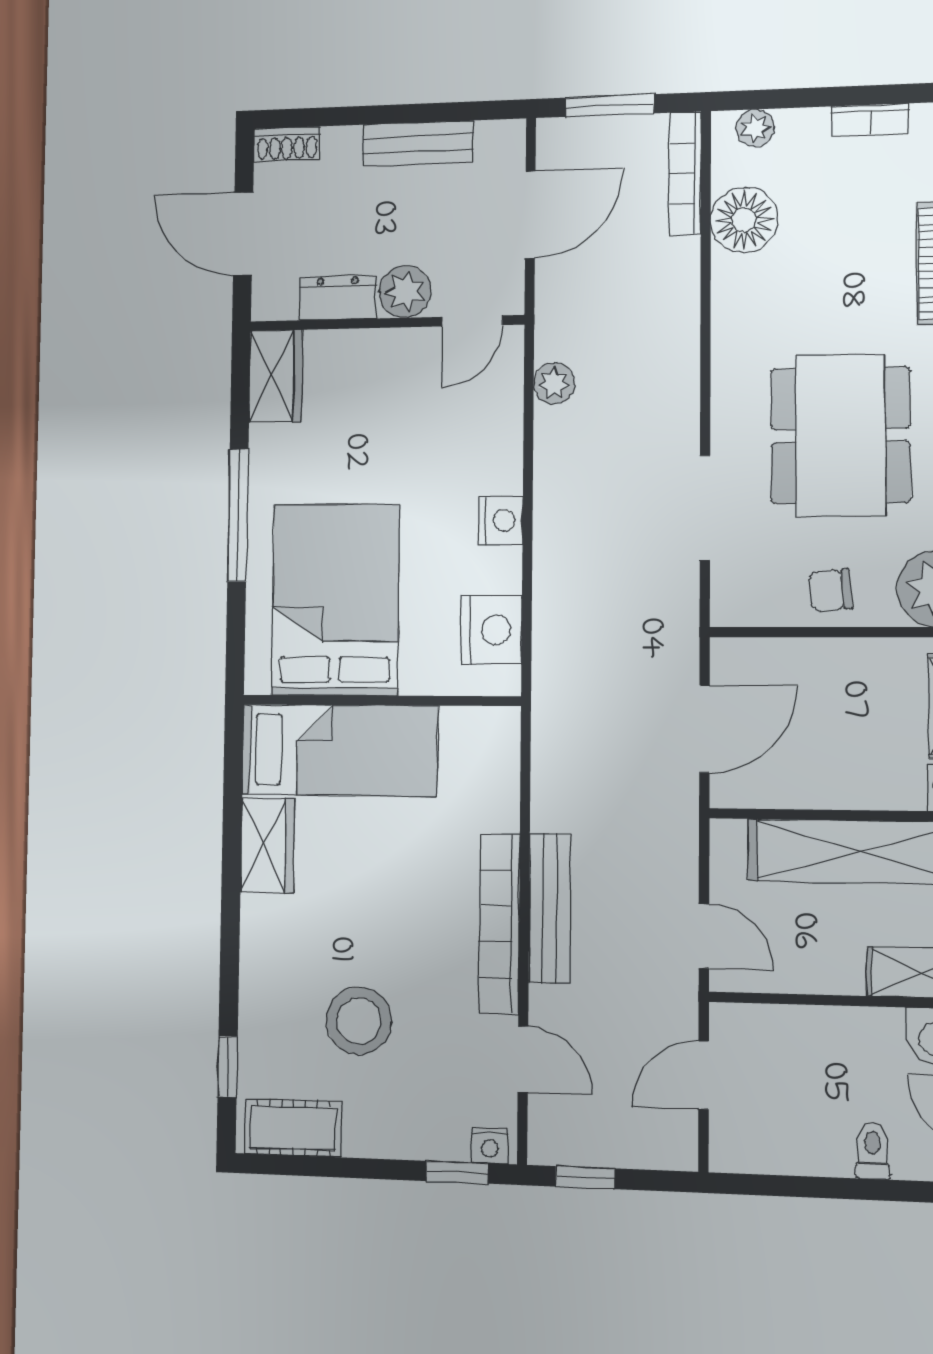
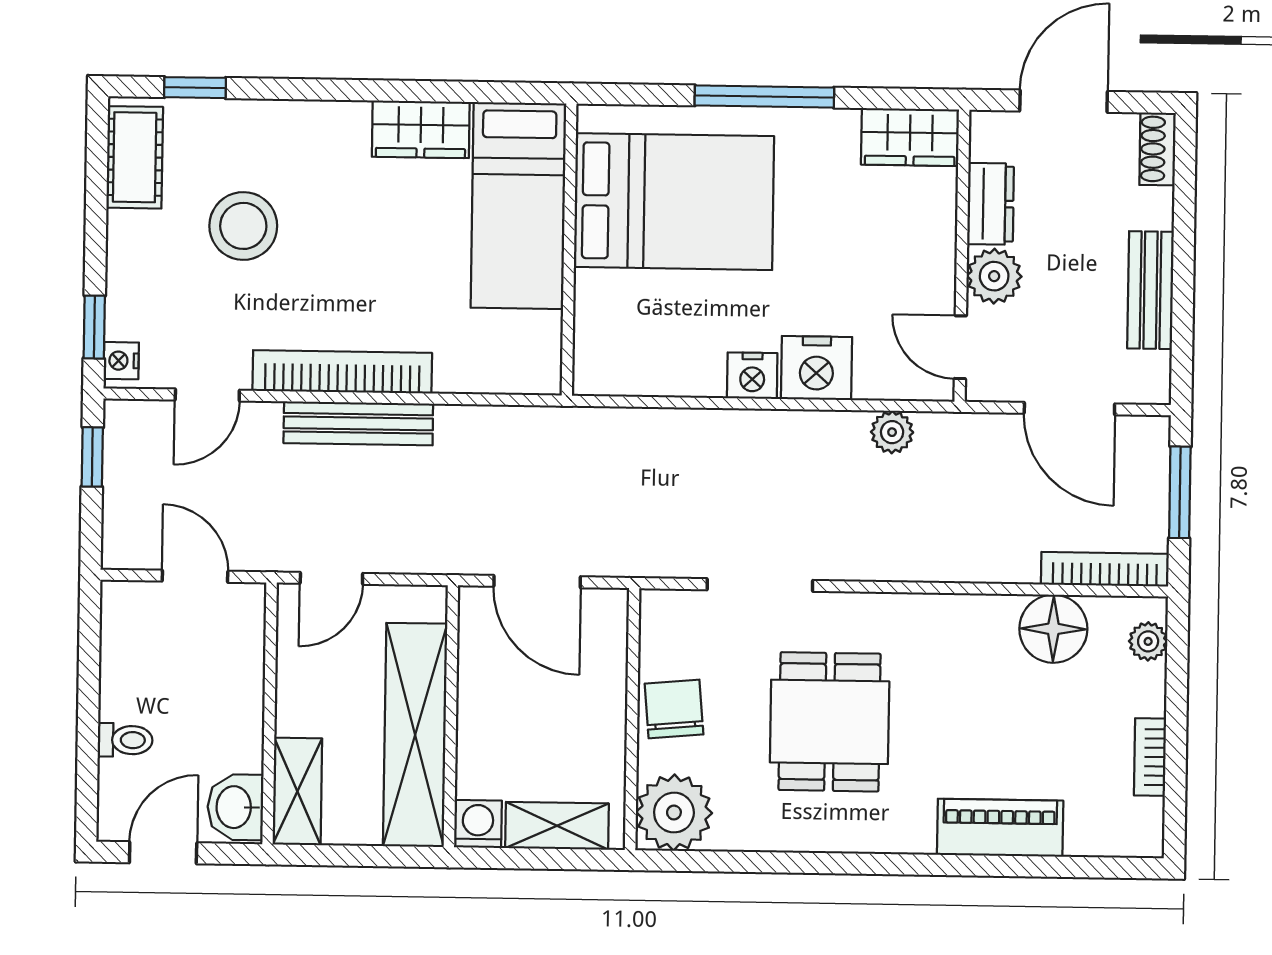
dining table: (841, 435) -> (830, 722), width x0.73
chair: (830, 590) -> (674, 709), width x1.37, depth x1.37
nightstand: (491, 630) -> (816, 368), moved

